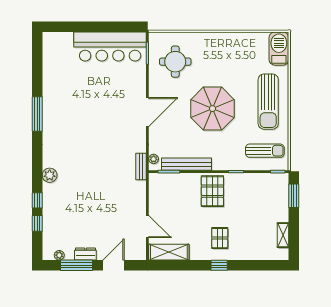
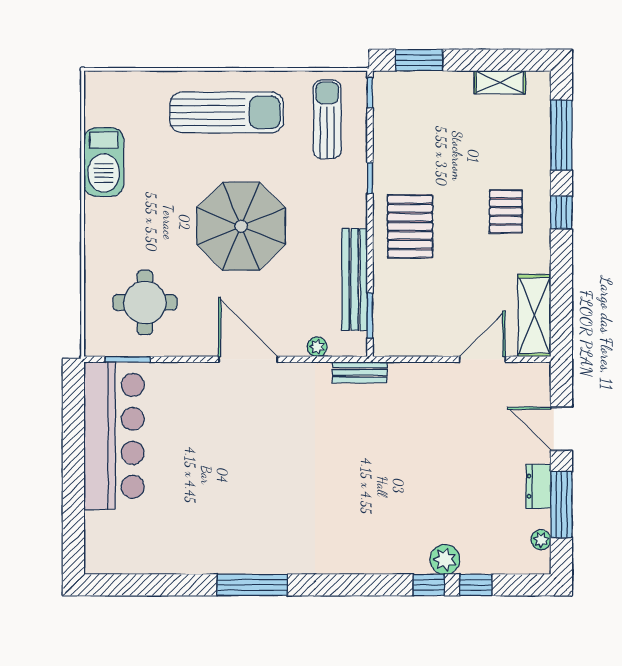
barbecue: (279, 49) -> (104, 162), moved, turned -90
plant: (154, 159) -> (317, 347), moved
plant: (50, 175) -> (445, 560), moved
pallet: (212, 191) -> (410, 226), turned 90
pallet: (220, 238) -> (506, 212), turned 90
window: (257, 265) -> (561, 135), added

